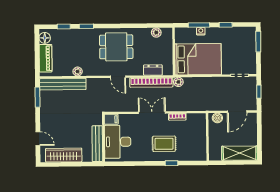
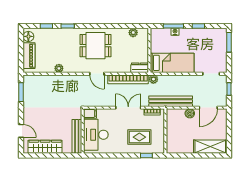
bed: (198, 59) -> (172, 63), width x0.67
dresser: (153, 70) -> (140, 68), moved
bench: (63, 84) -> (171, 101), moved
wall: (207, 137) -> (165, 131), moved

